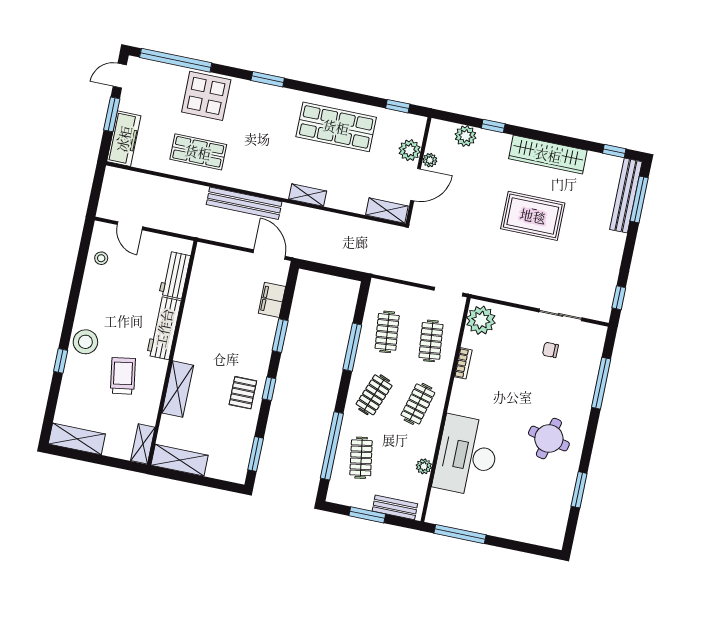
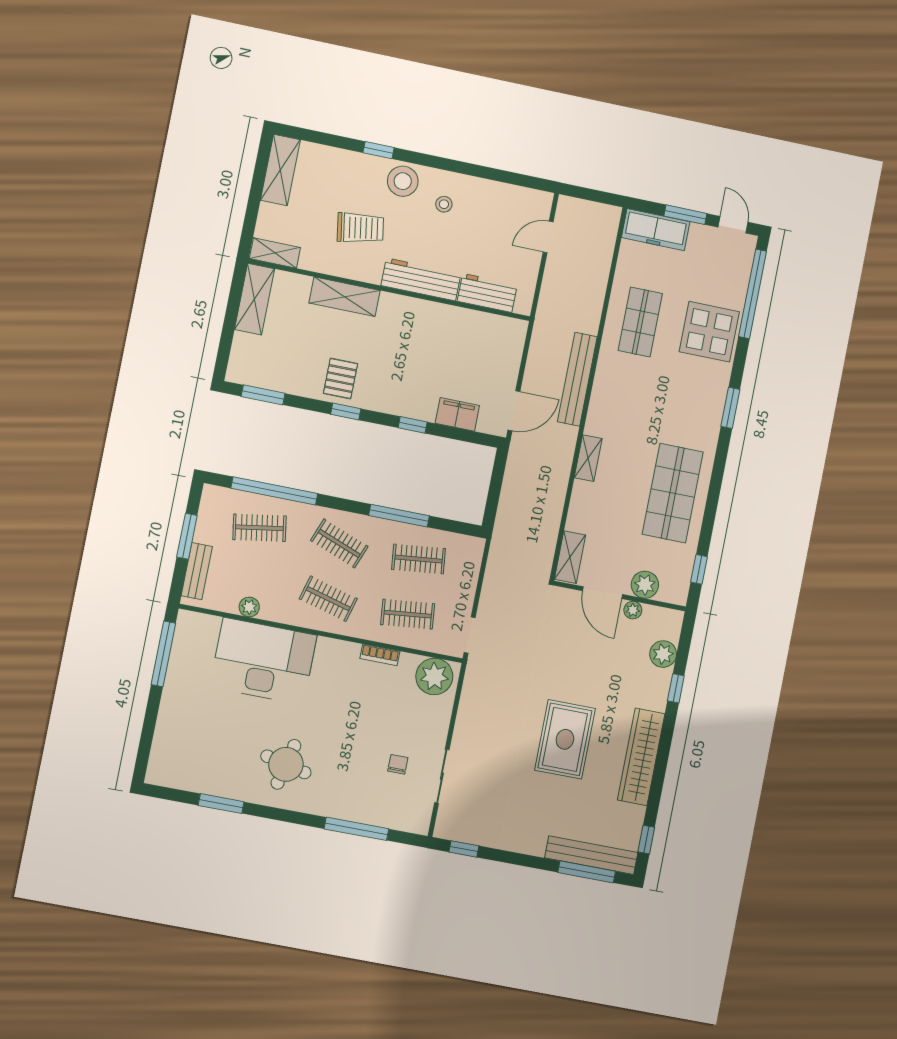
stool: (101, 258) -> (444, 204), moved
window: (280, 336) -> (413, 425), width x0.67
pallet: (243, 393) -> (340, 379), turned 90

